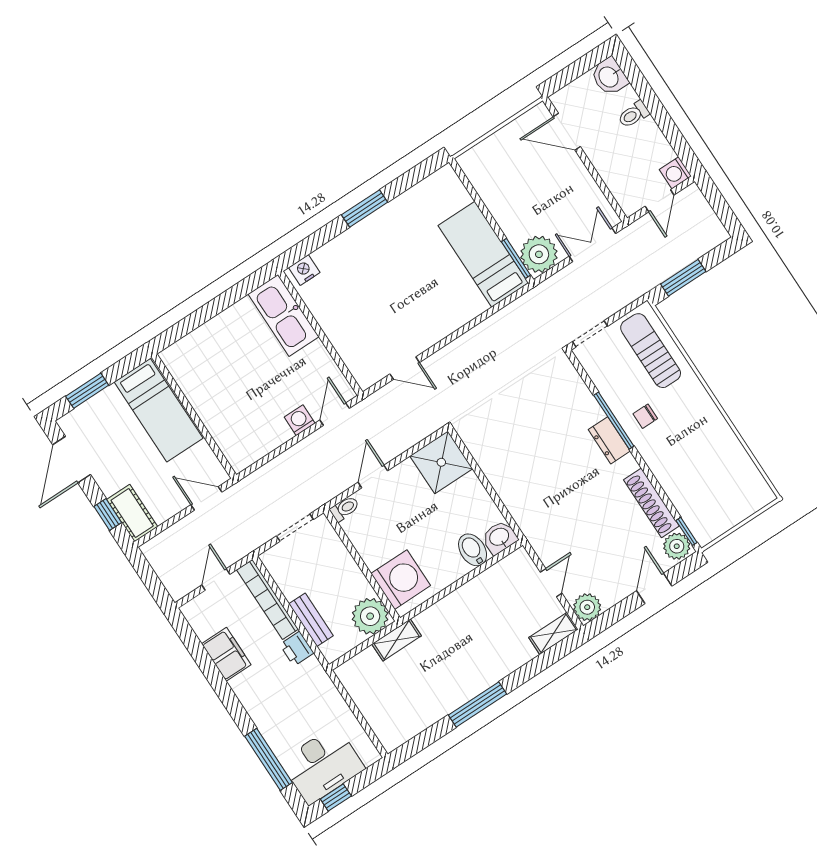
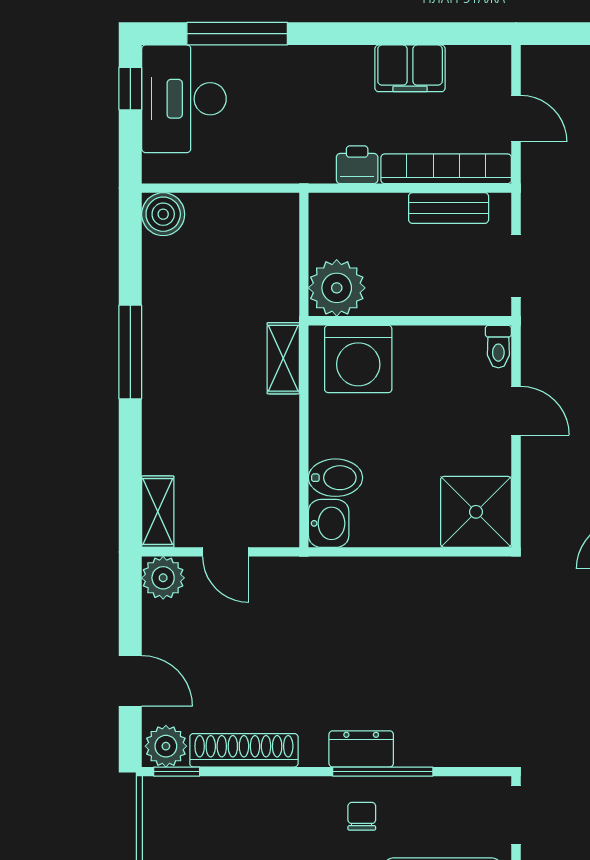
bench: (311, 620) -> (449, 208), moved
shelving: (397, 640) -> (283, 358), moved
boiler: (392, 736) -> (163, 214), added

